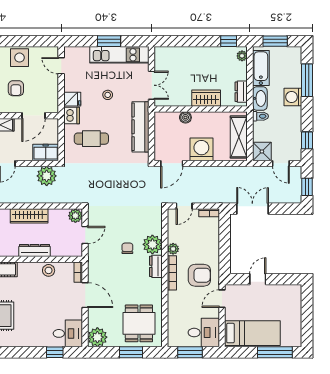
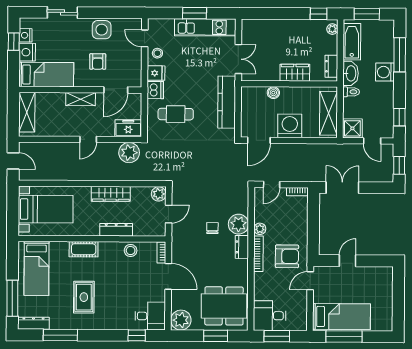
stool: (108, 95) -> (157, 53), moved
dining table: (139, 323) -> (224, 306), width x1.38
desk: (204, 333) -> (270, 316), moved, turned 180
window: (275, 352) -> (344, 337), moved

